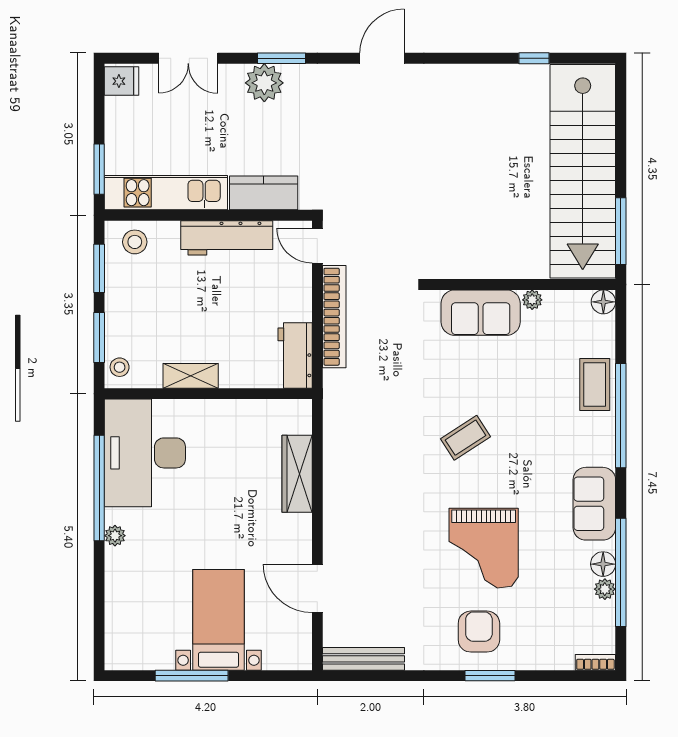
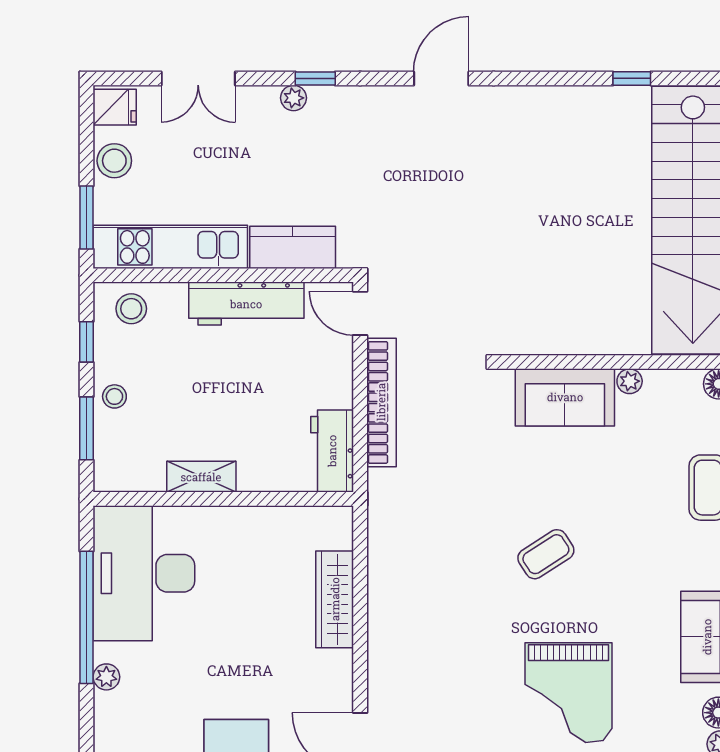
window: (282, 58) -> (315, 78), width x0.67
plant: (264, 83) -> (294, 98), width x0.53, depth x0.53
stool: (121, 124) -> (114, 161), added
window: (99, 268) -> (87, 342), width x0.67
stool: (120, 367) -> (114, 396), moved

